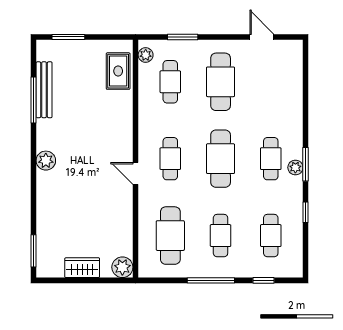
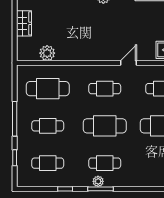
door: (136, 173) -> (128, 63), moved
plant: (122, 267) -> (47, 53), moved

